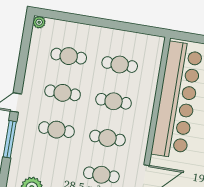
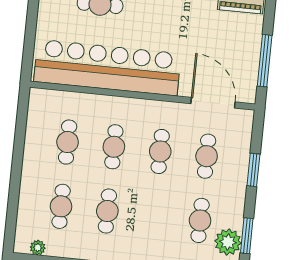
plant: (39, 22) -> (38, 248), moved
cafe table: (56, 130) -> (200, 220), moved

